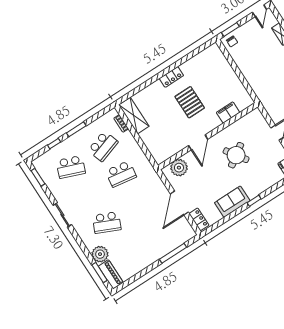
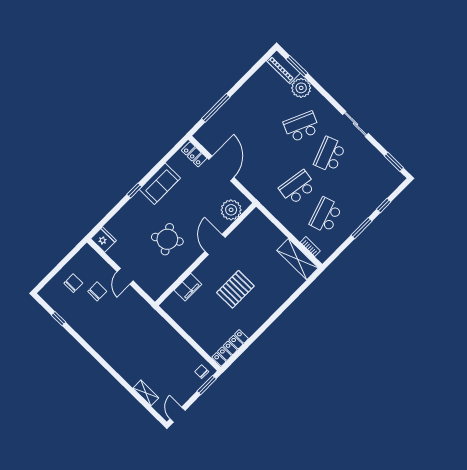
locker: (171, 77) -> (230, 348), moved, width x1.53
pallet: (190, 102) -> (235, 289), turned 90
school desk: (71, 167) -> (330, 155), moved, turned -42

